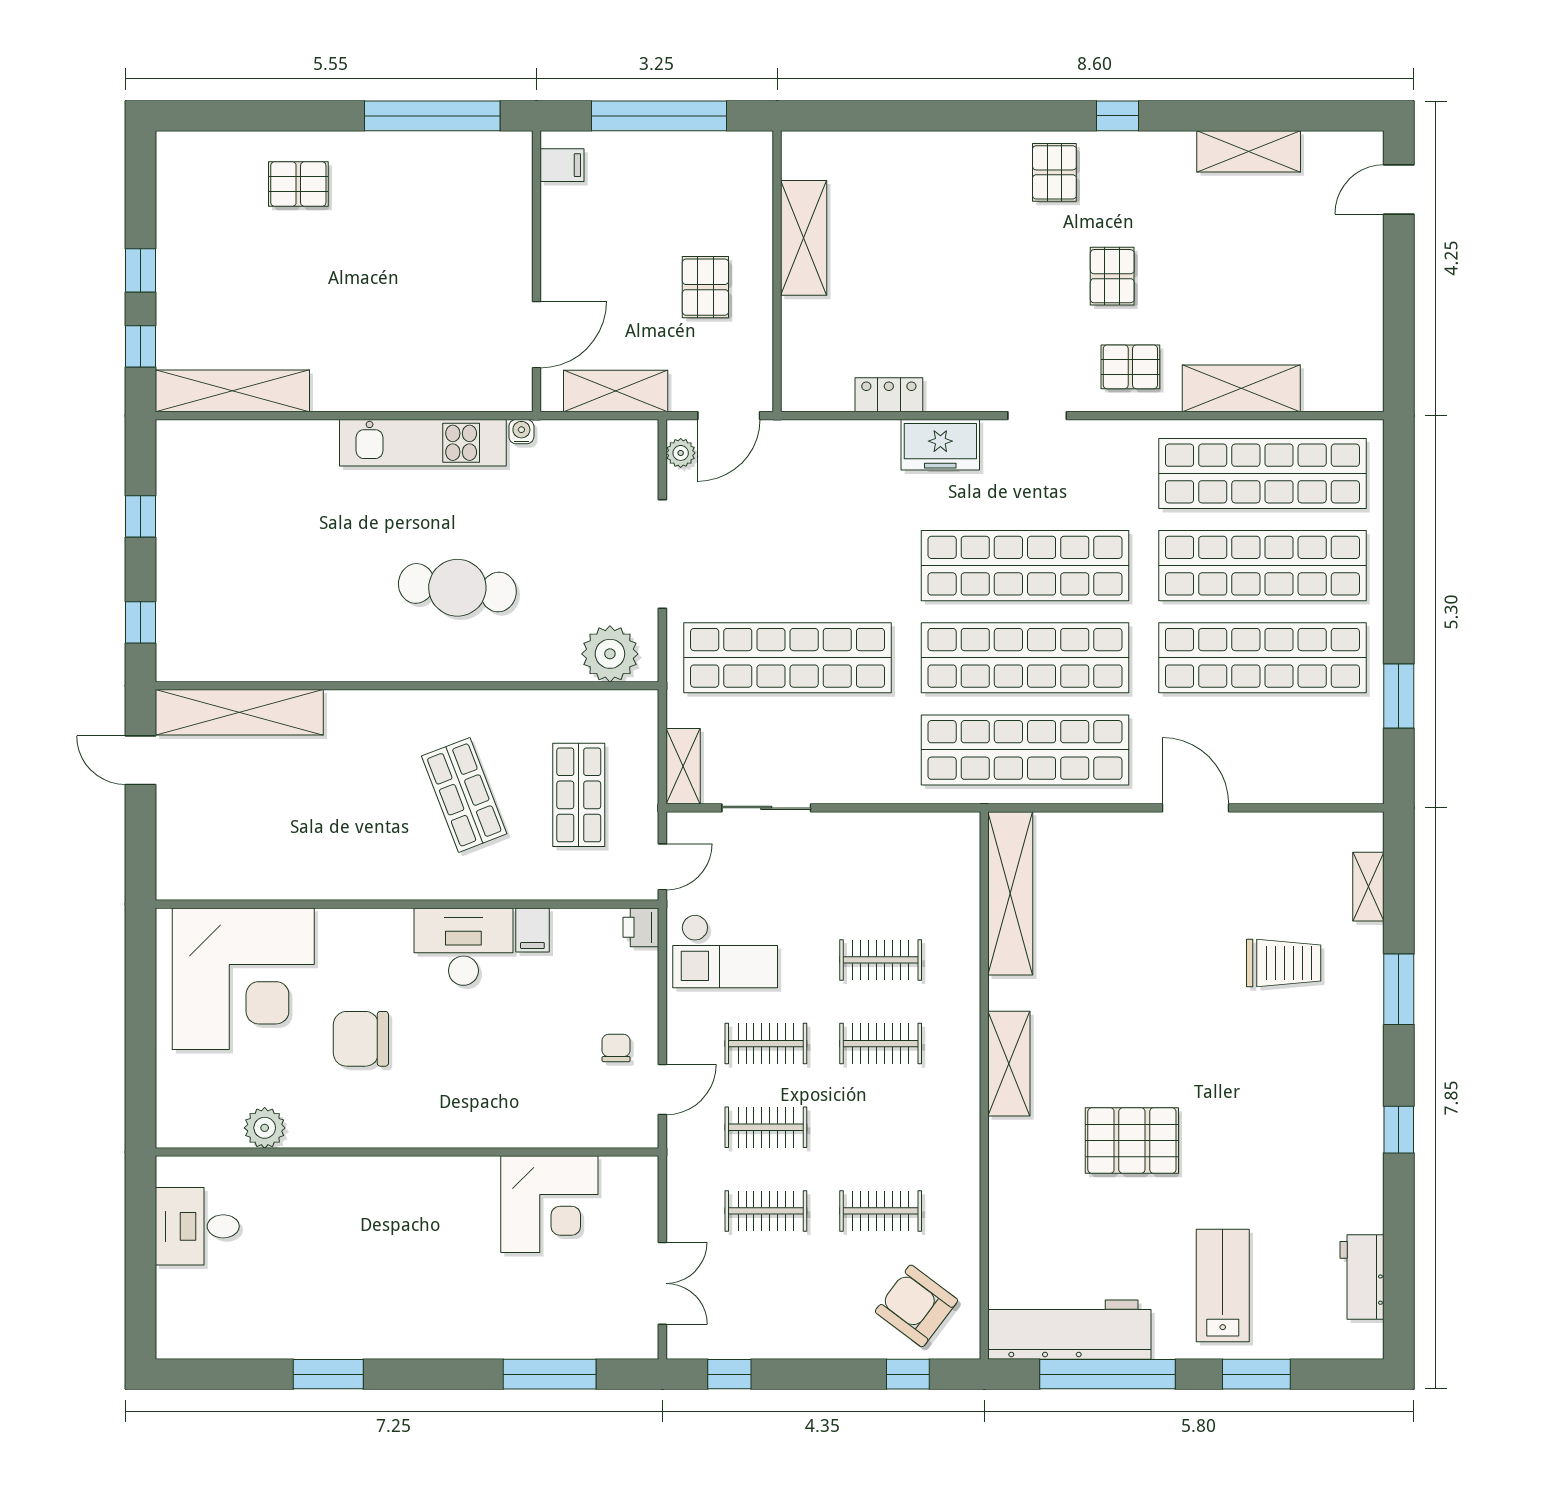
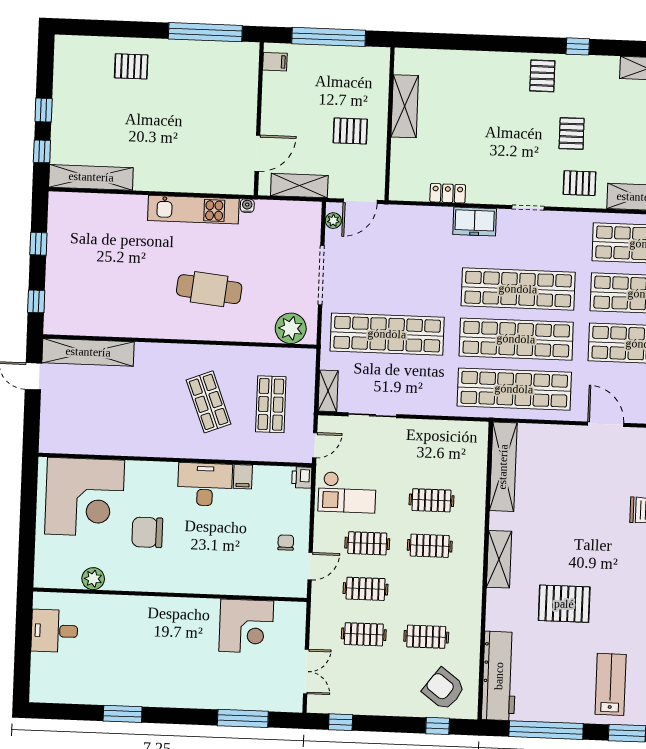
pallet: (705, 287) -> (350, 131), turned 90
workbench: (1069, 1330) -> (499, 676), moved, turned 90

